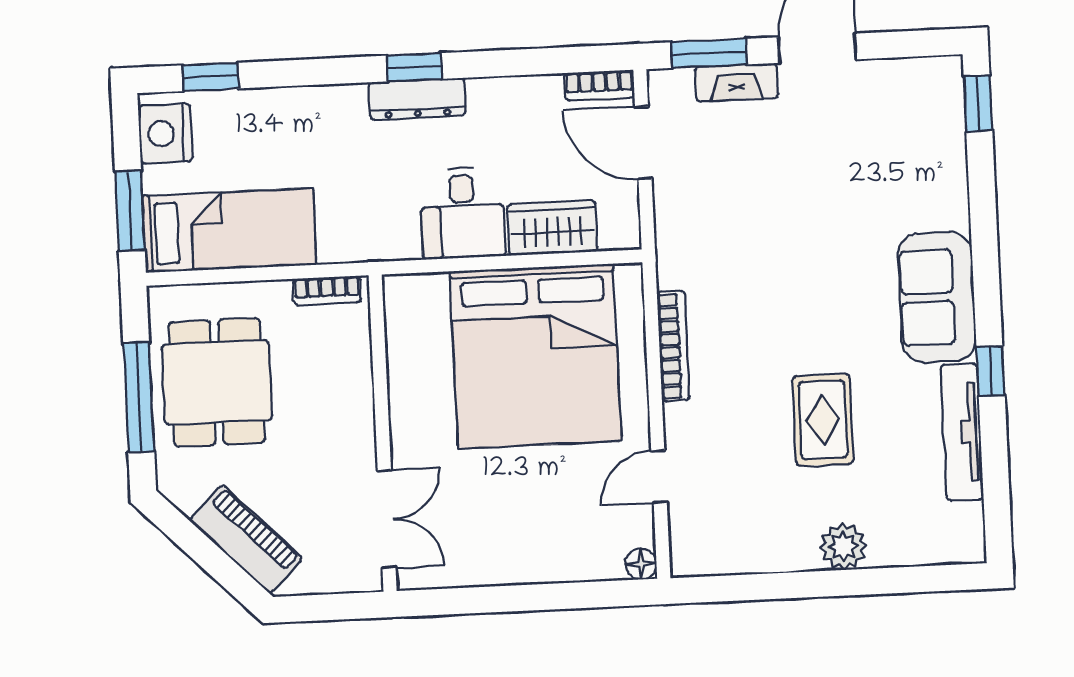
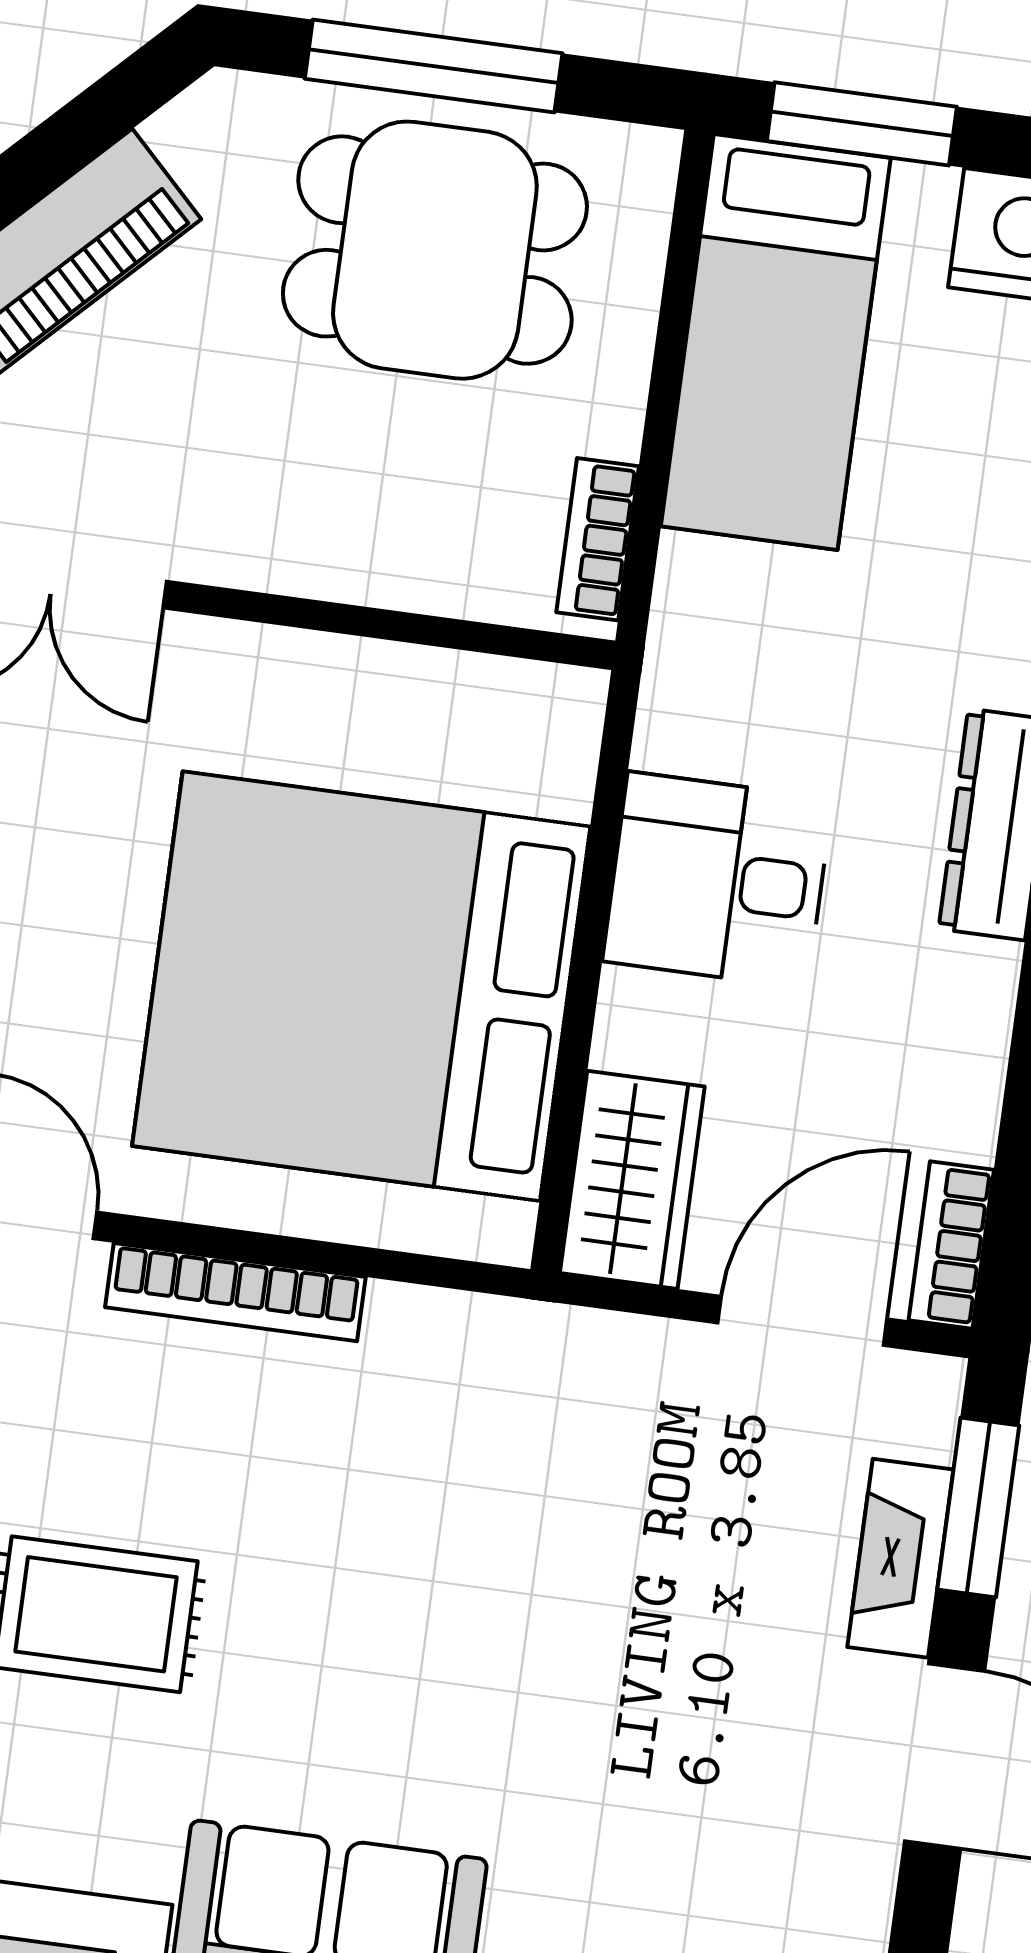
wardrobe: (552, 228) -> (632, 1180), moved
bookcase: (673, 346) -> (235, 1292), moved

